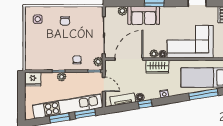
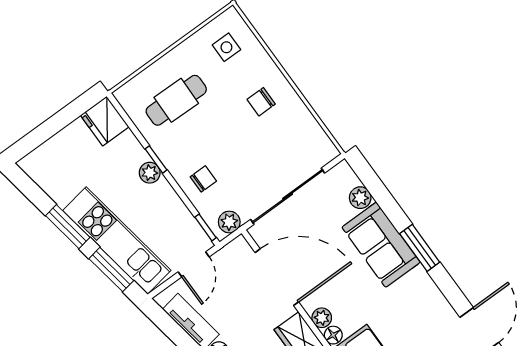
cafe table: (43, 50) -> (176, 100), added
kitchen unit: (68, 106) -> (117, 240), width x0.73

